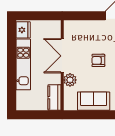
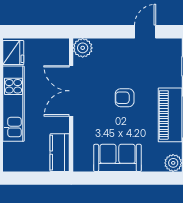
plant: (70, 80) -> (83, 48), moved

